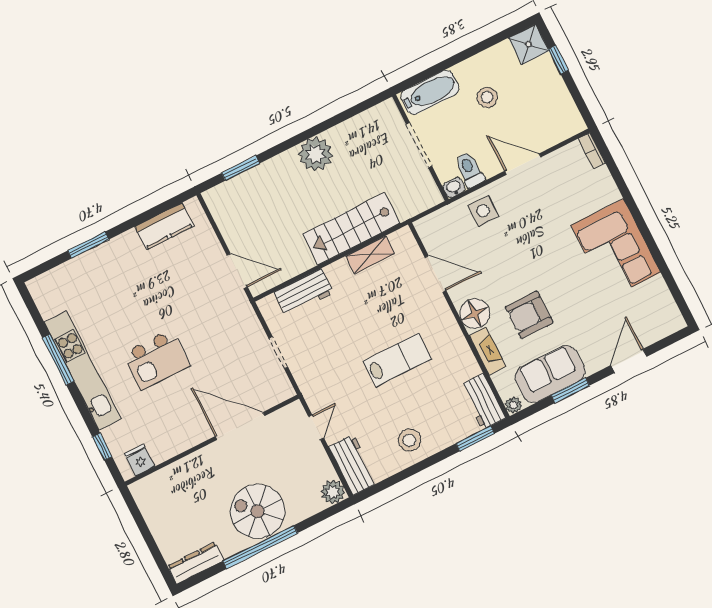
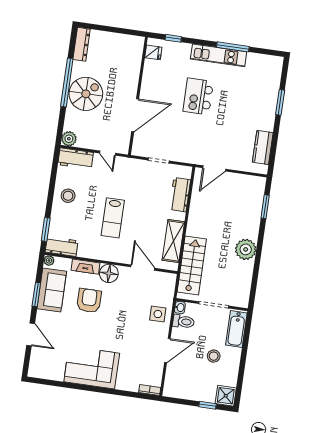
stairs: (351, 229) -> (192, 266), moved
shelving: (370, 255) -> (173, 241), width x1.50, depth x1.33
door: (435, 274) -> (143, 268), swing flipped
kitchen unit: (83, 371) -> (219, 55), width x0.73

